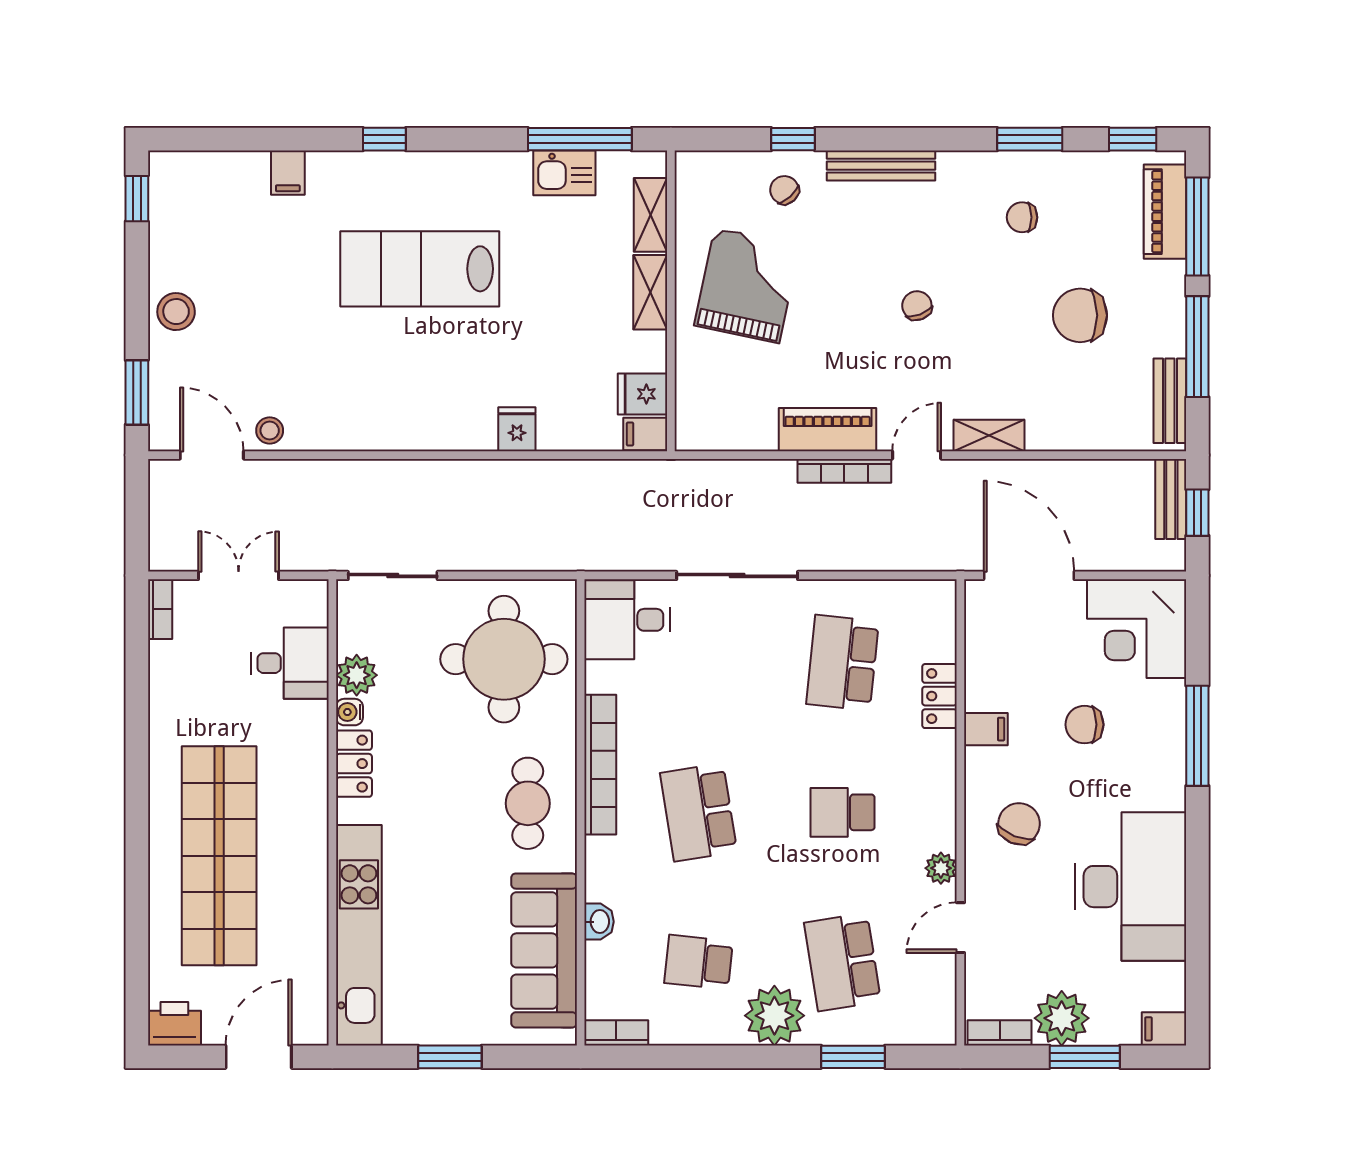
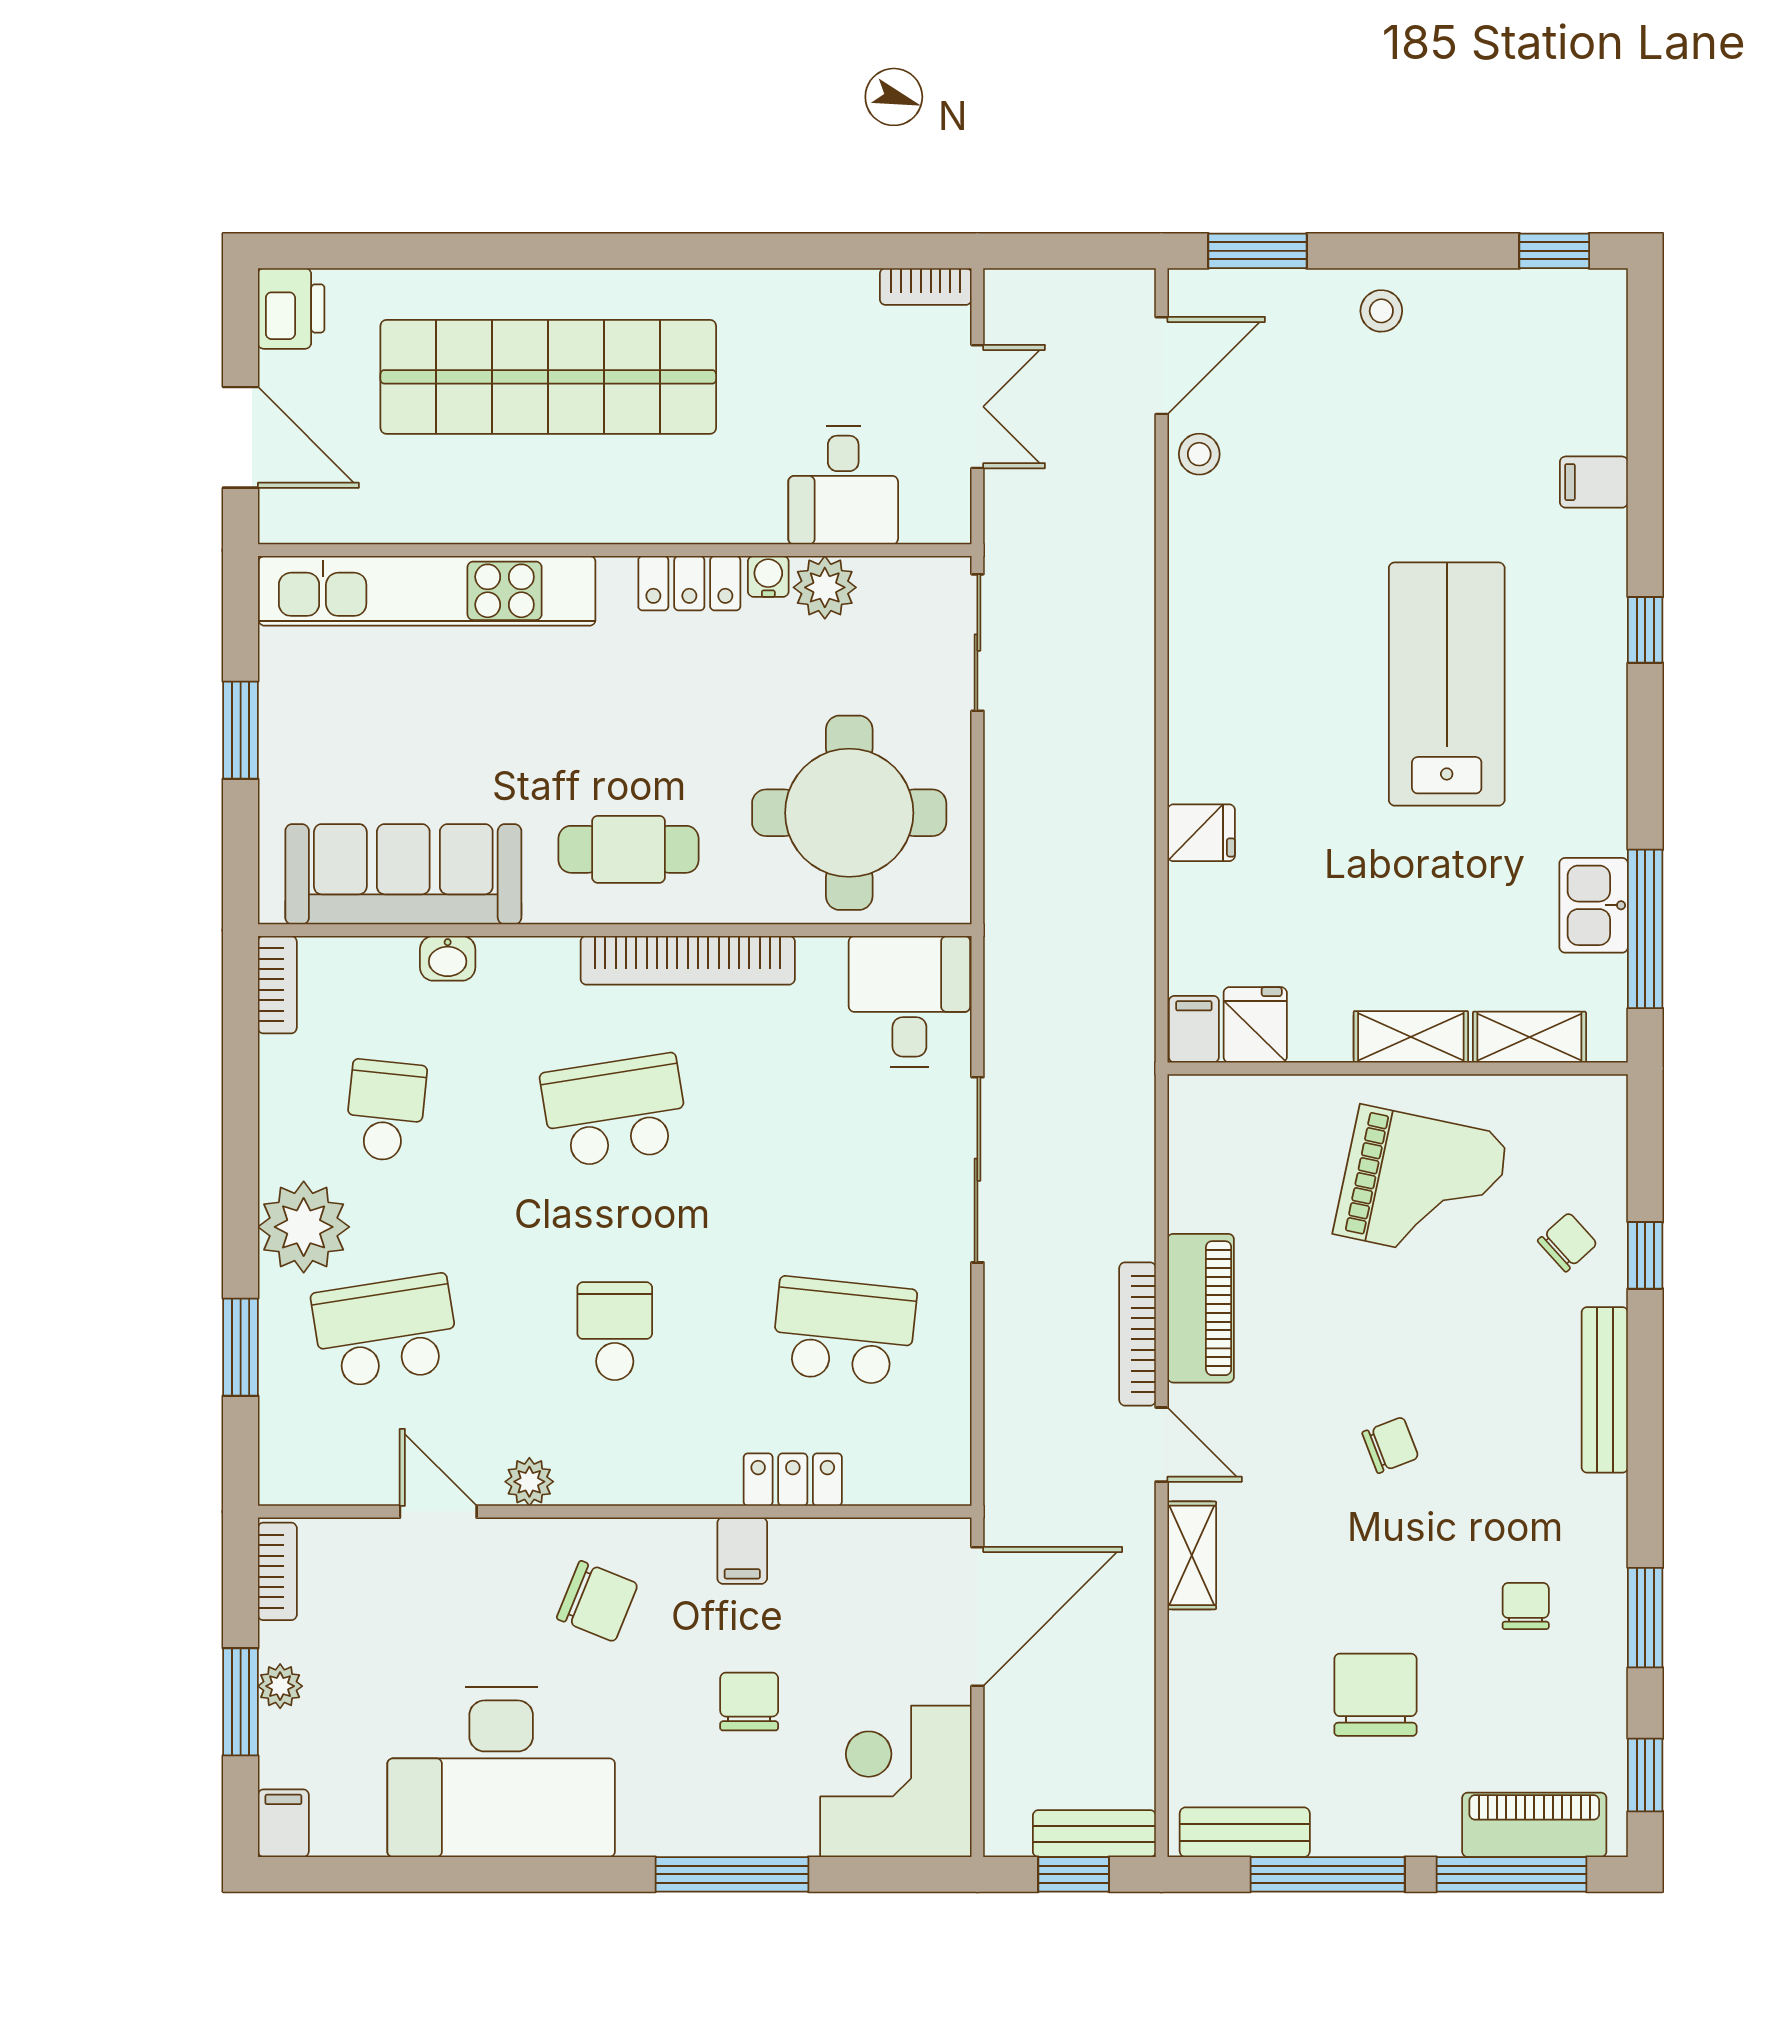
stool: (176, 312) -> (1381, 311), width x0.73, depth x0.73
plant: (1062, 1018) -> (280, 1686), width x0.53, depth x0.53

